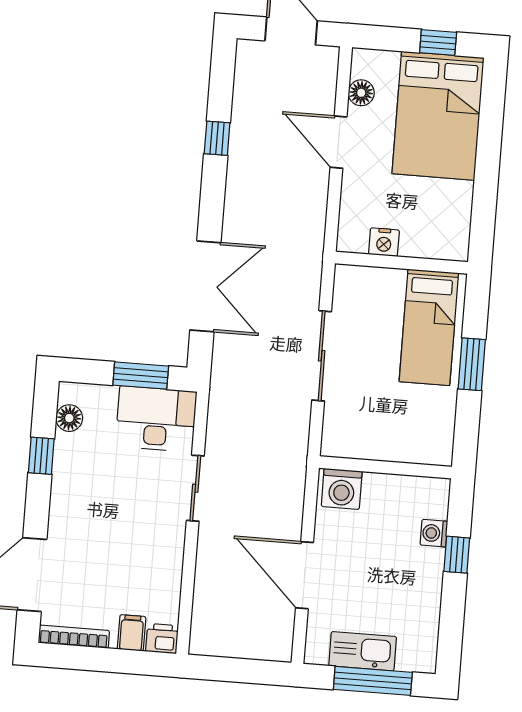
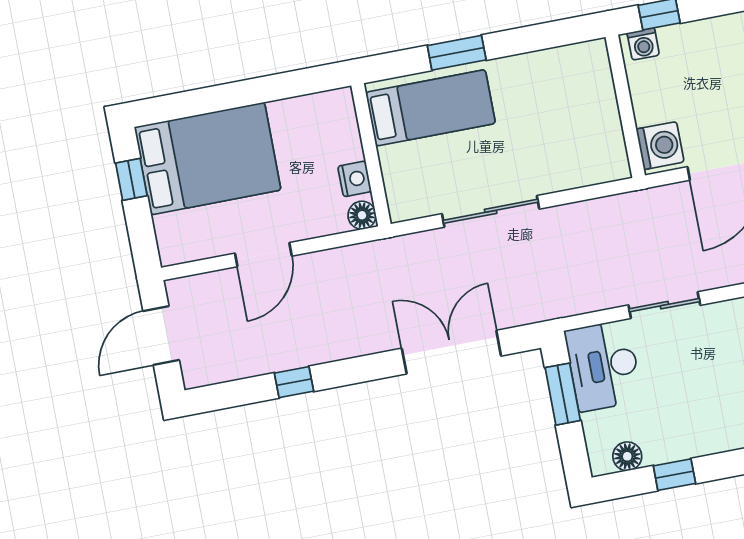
floor lamp: (361, 93) -> (362, 215), moved
wall: (385, 467) -> (625, 106), moved
washing machine: (342, 489) -> (660, 146), moved

